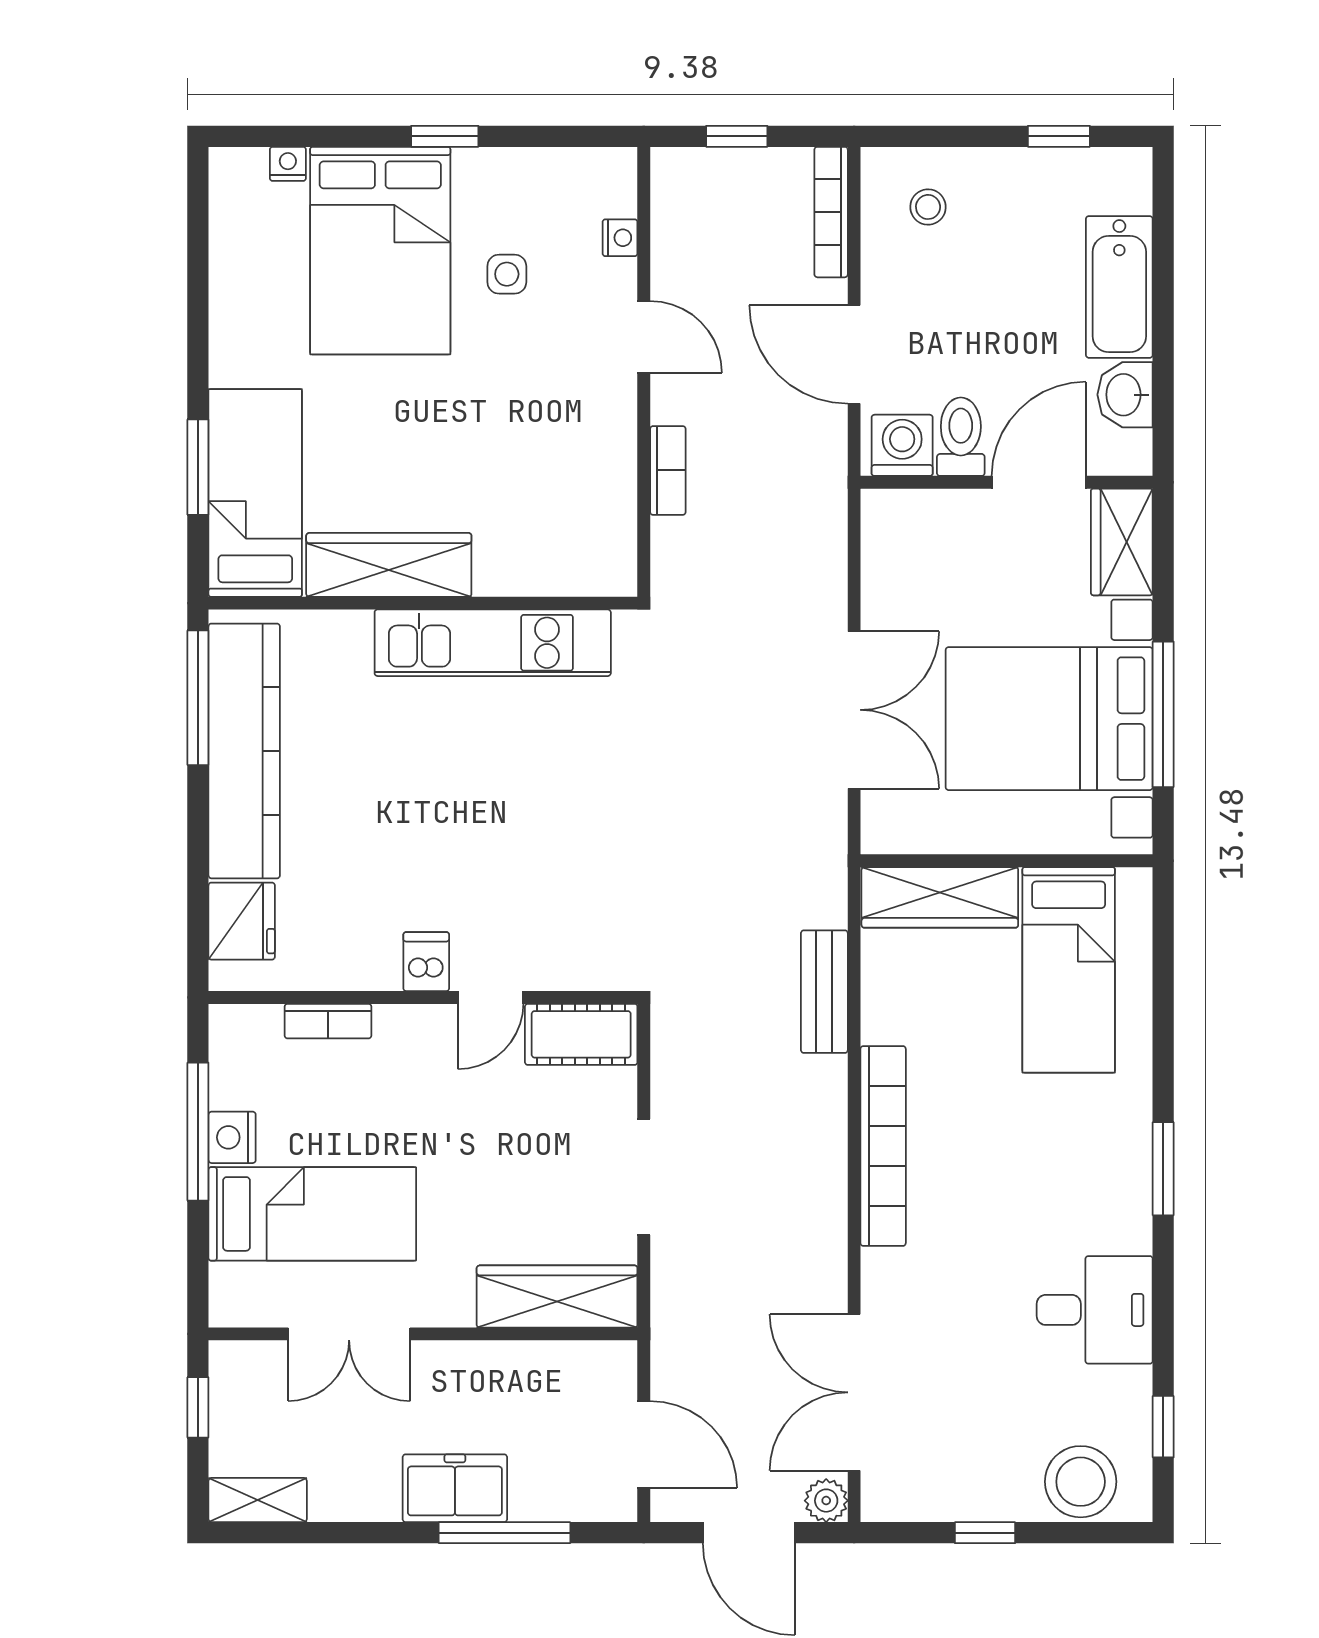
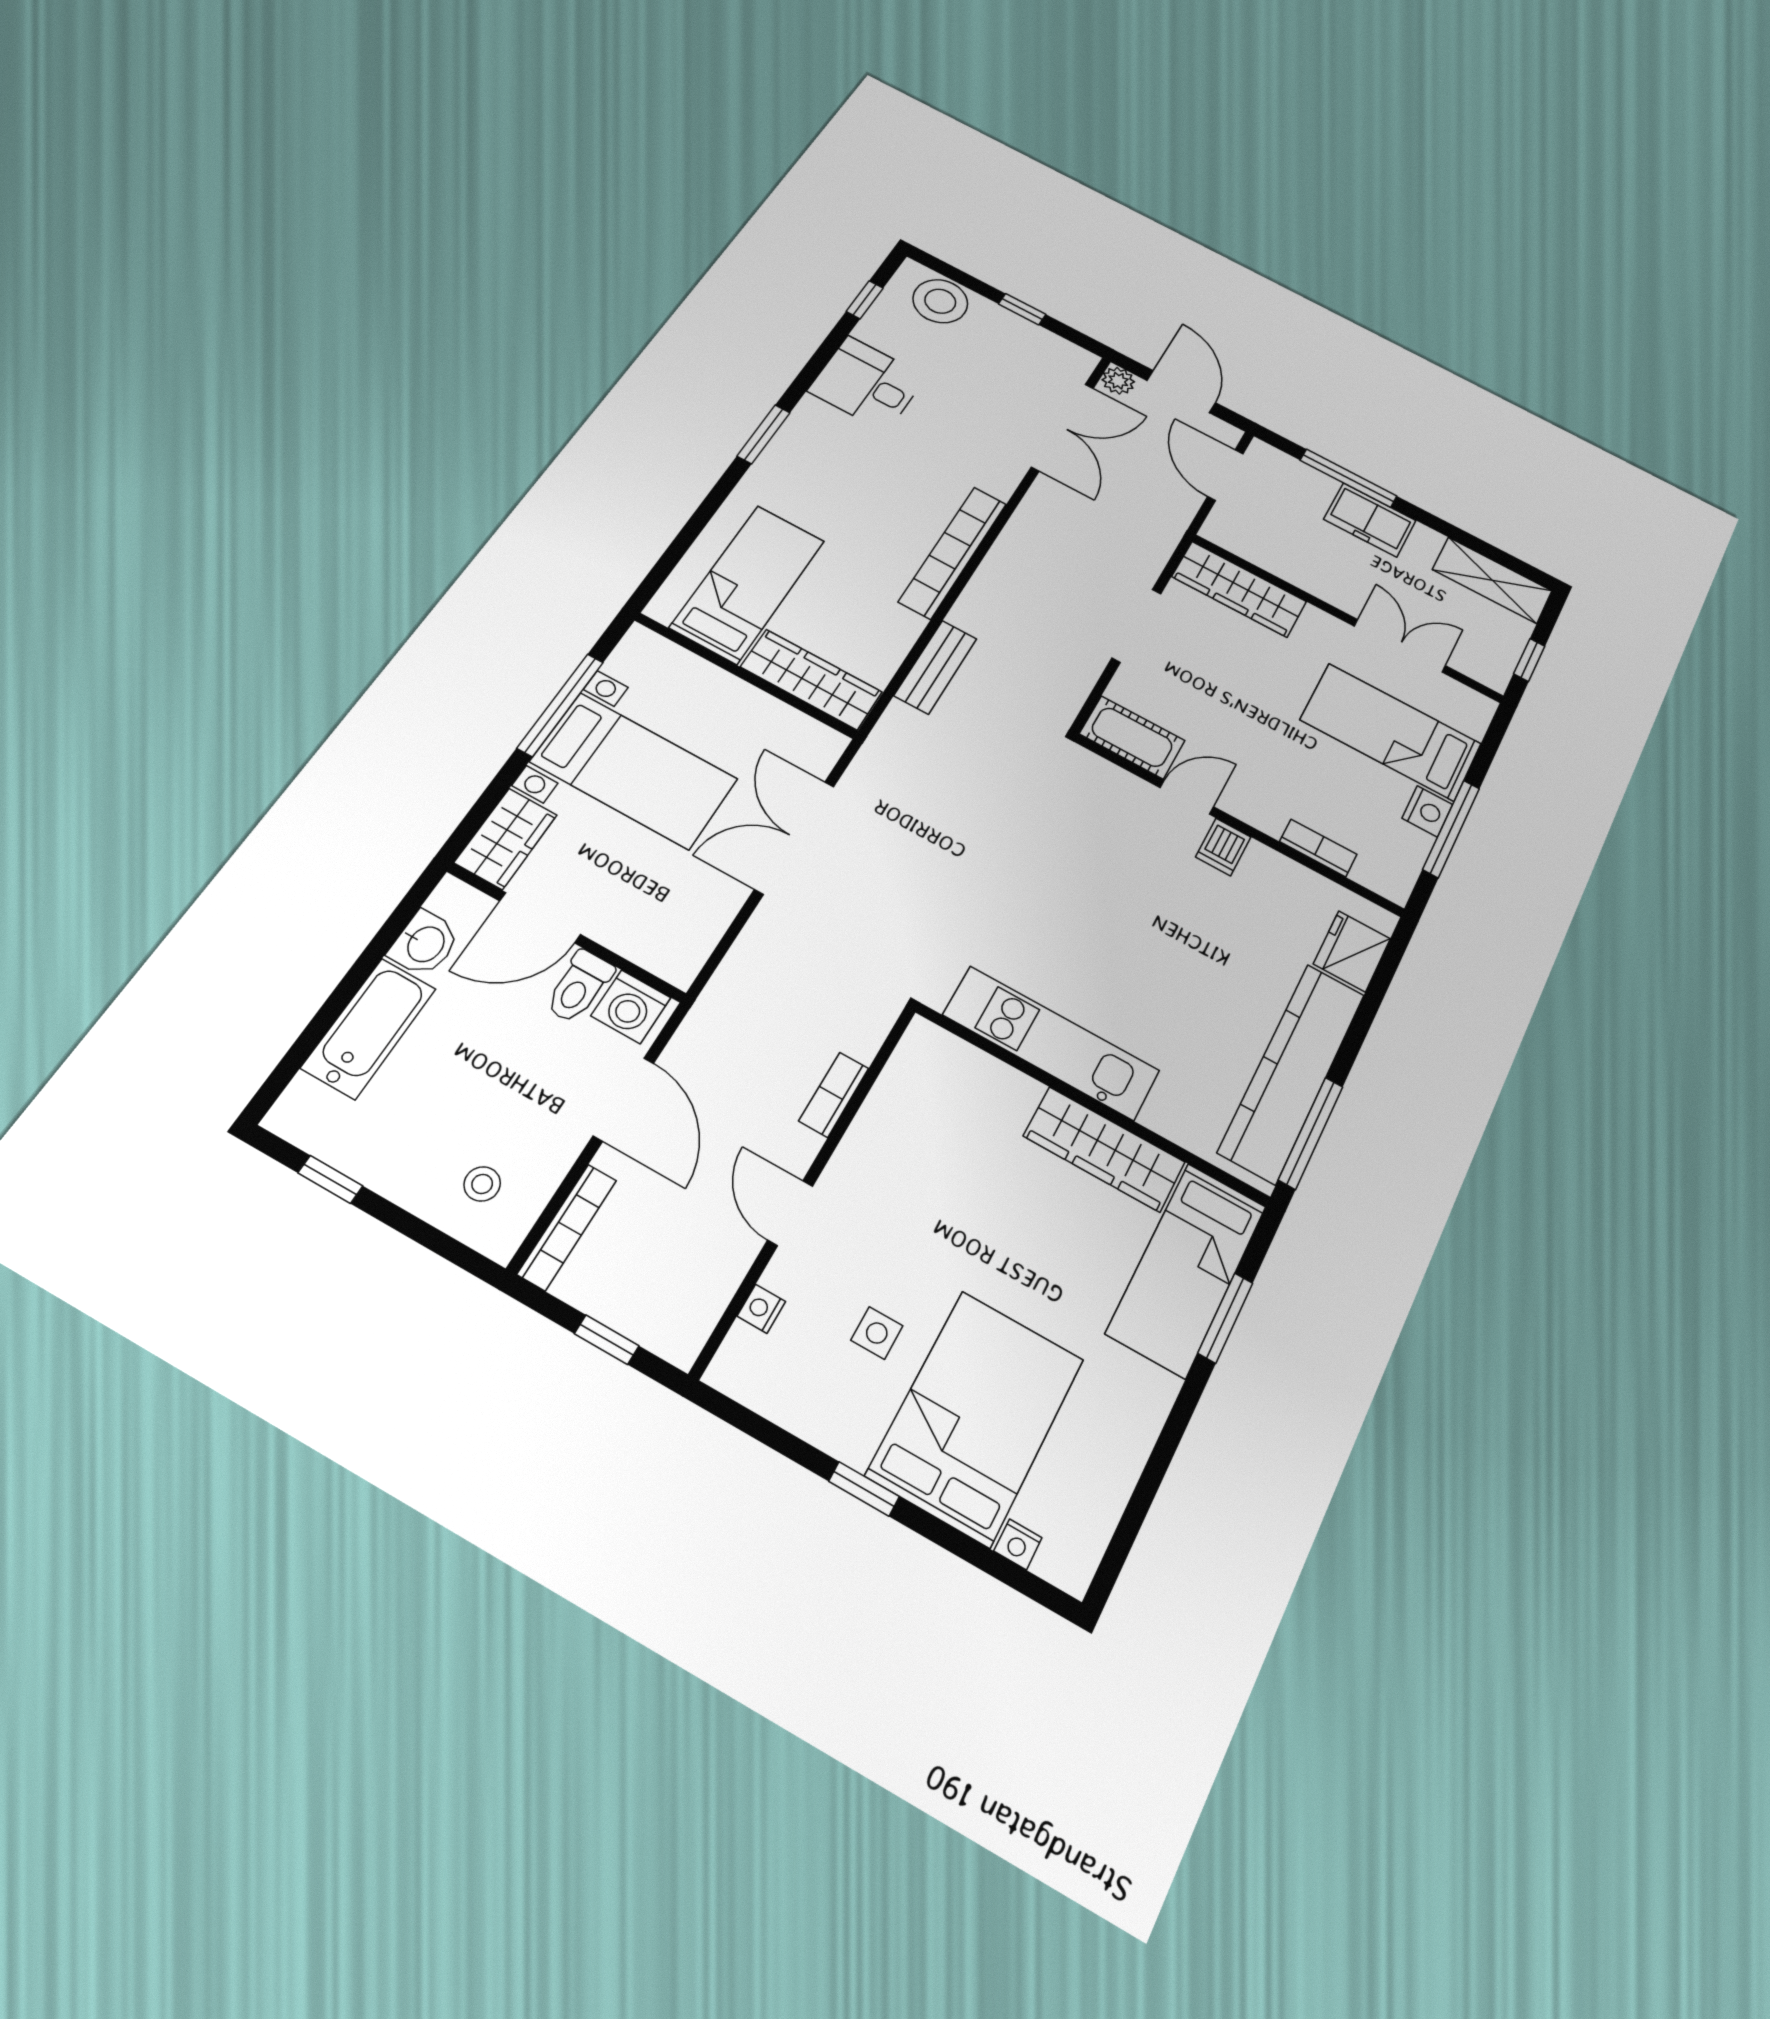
bed with nightstands: (1049, 719) -> (634, 770), width x0.73
shelving: (258, 1500) -> (1492, 580), width x1.50, depth x1.33

